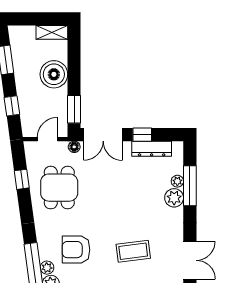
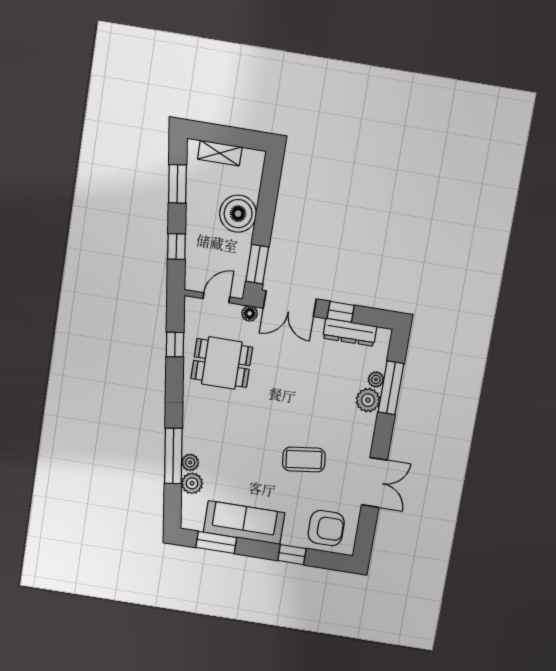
shelving: (52, 32) -> (220, 153), moved
dining table: (59, 188) -> (222, 363), turned 90
armchair: (76, 250) -> (231, 446), removed

